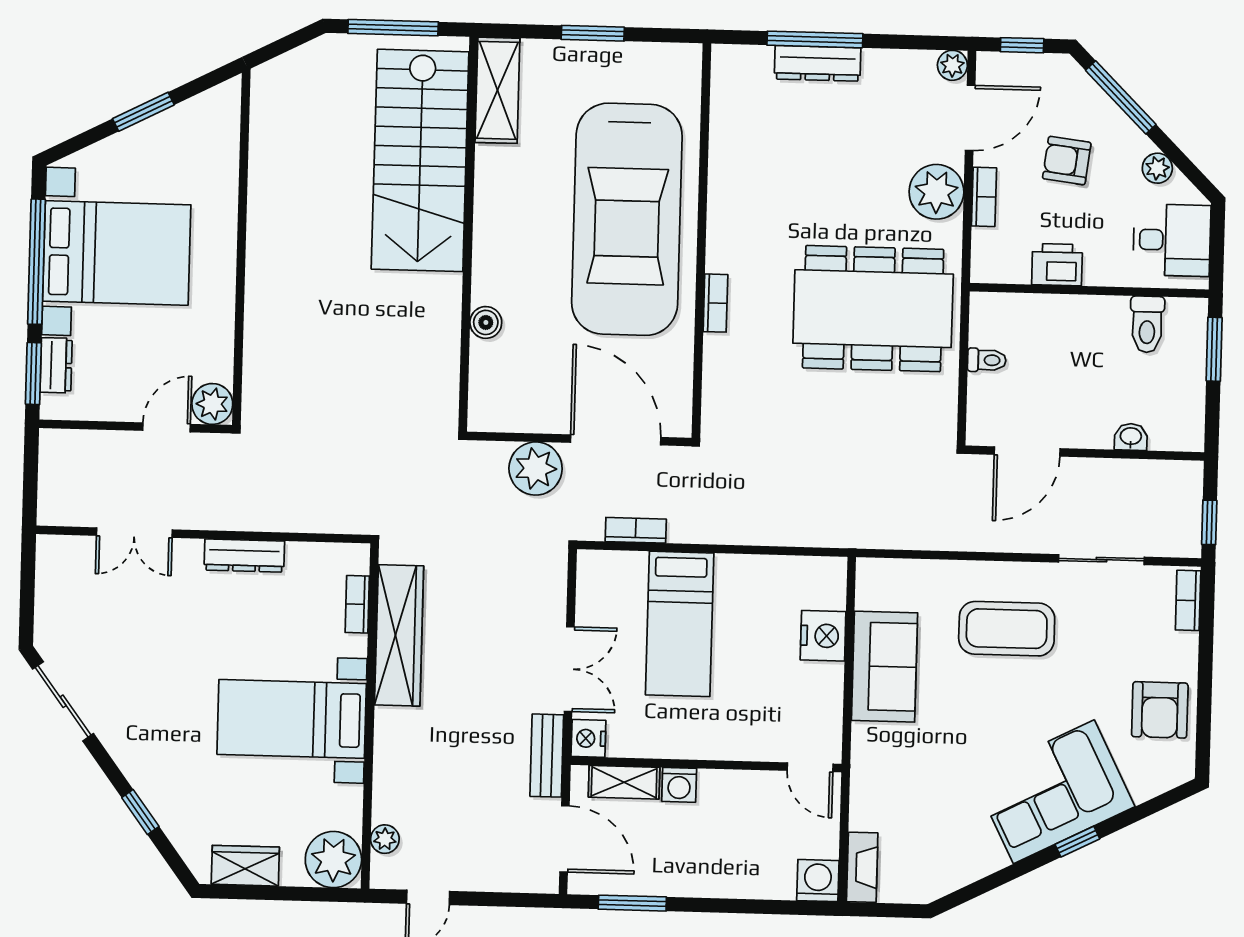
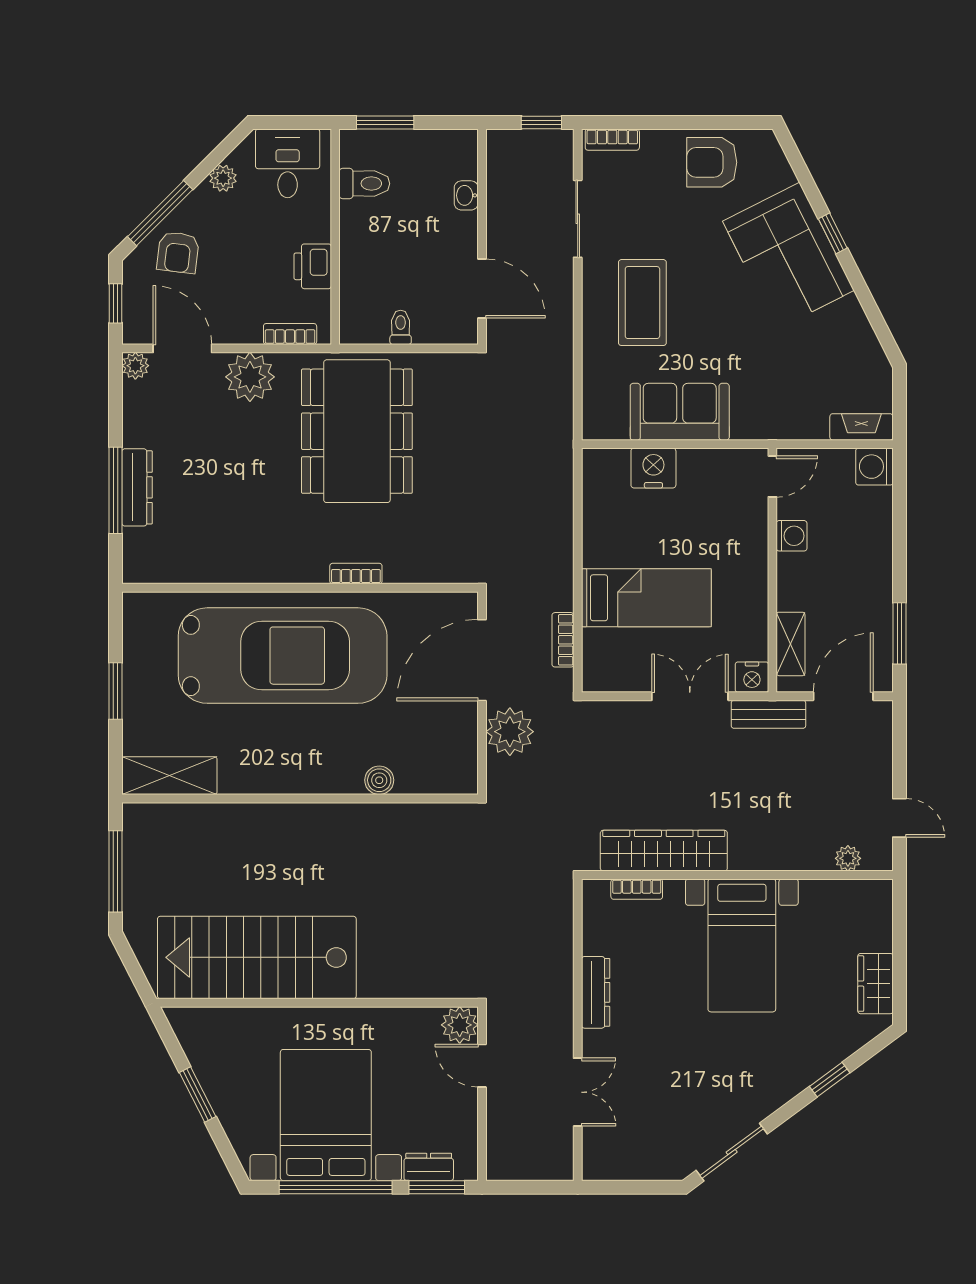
stairs: (420, 160) -> (257, 957), moved, turned 180
armchair: (1067, 161) -> (178, 252), moved
bookcase: (984, 197) -> (290, 334), moved
armchair: (1160, 710) -> (712, 162), turned 180
washing machine: (679, 785) -> (792, 536), moved
plant: (333, 860) -> (868, 904), removed

